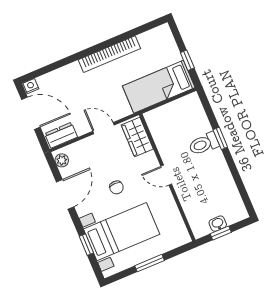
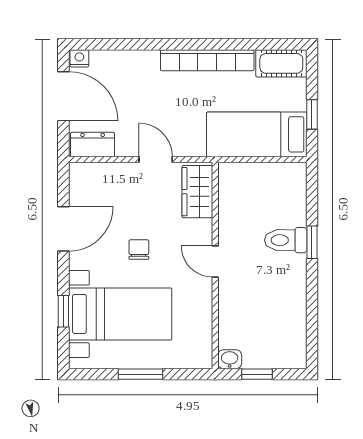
cot: (155, 37) -> (281, 63), added
plant: (62, 160) -> (79, 180), removed
chair: (116, 187) -> (139, 250), turned 180
washbasin: (218, 224) -> (230, 359), moved

